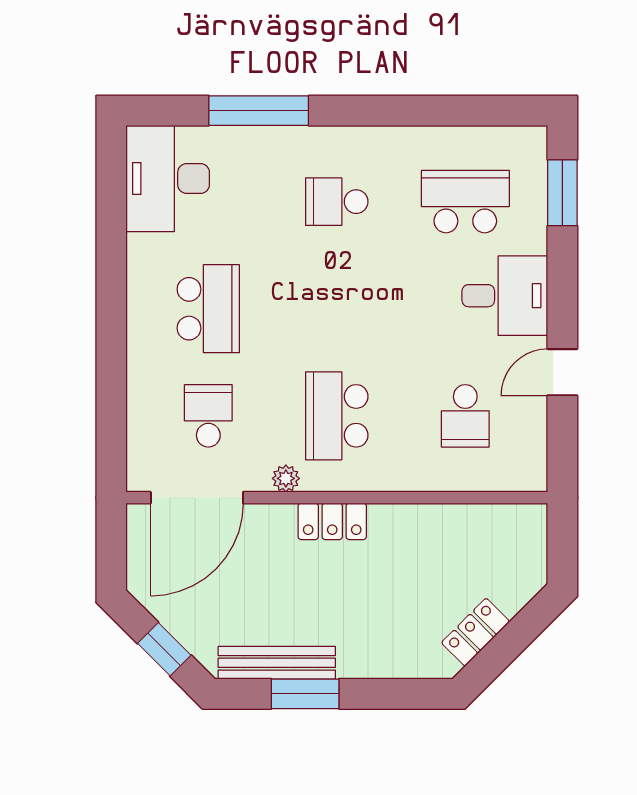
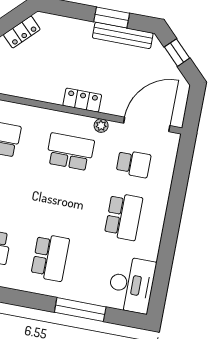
school desk: (337, 202) -> (50, 257), width x1.85
school desk: (208, 309) -> (124, 217), turned 180
school desk: (208, 416) -> (134, 164), turned -90
school desk: (337, 416) -> (70, 152), turned -90

